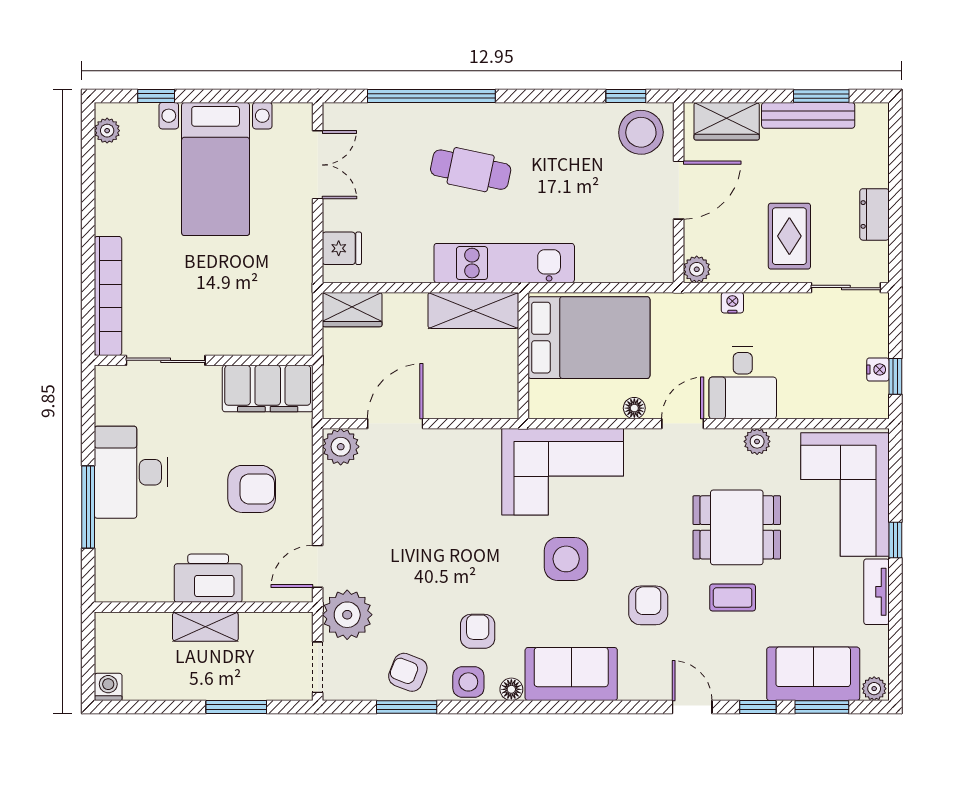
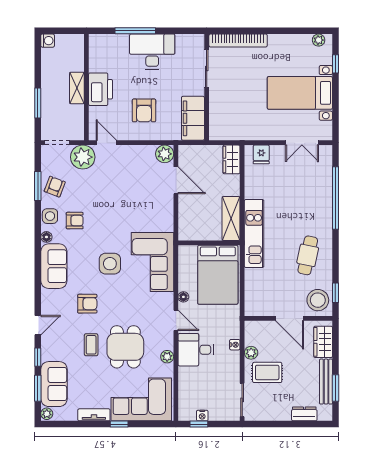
cafe table: (471, 170) -> (308, 255), moved
dresser: (874, 214) -> (304, 414), moved
plant: (697, 269) -> (251, 353), moved

